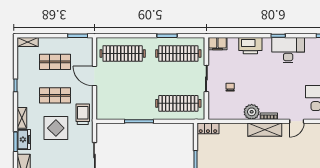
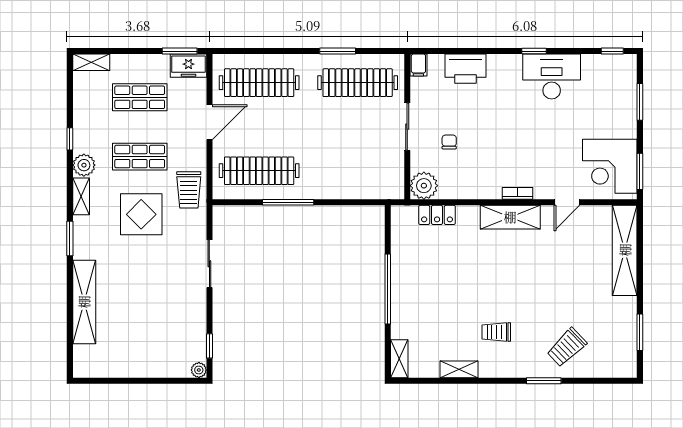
filing cabinet: (217, 44) -> (418, 65), width x0.50
printer: (250, 46) -> (465, 69), moved
door: (94, 76) -> (209, 122), swing flipped
plant: (23, 100) -> (84, 165), added
clothes rail: (178, 103) -> (259, 171), moved
plant: (252, 112) -> (424, 186), moved
trolley: (83, 114) -> (189, 190), turned 180
locker: (208, 128) -> (437, 215), moved
freezer: (24, 139) -> (188, 66), moved, turned 90

